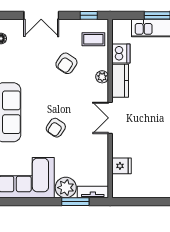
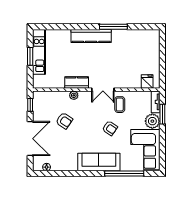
double door: (41, 15) -> (30, 139), width x1.37
coffee table: (93, 39) -> (120, 105), moved
dishwasher: (121, 53) -> (57, 82), removed
fridge: (122, 166) -> (147, 82), moved

